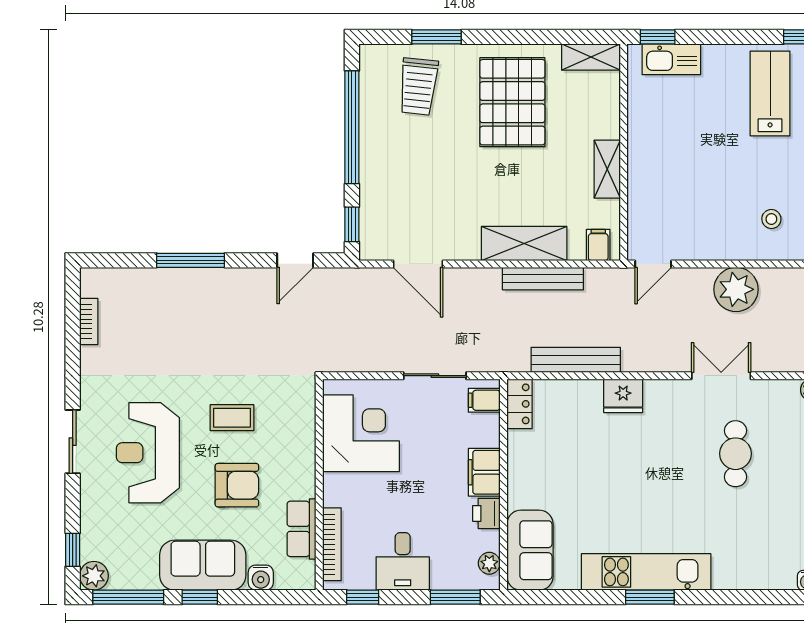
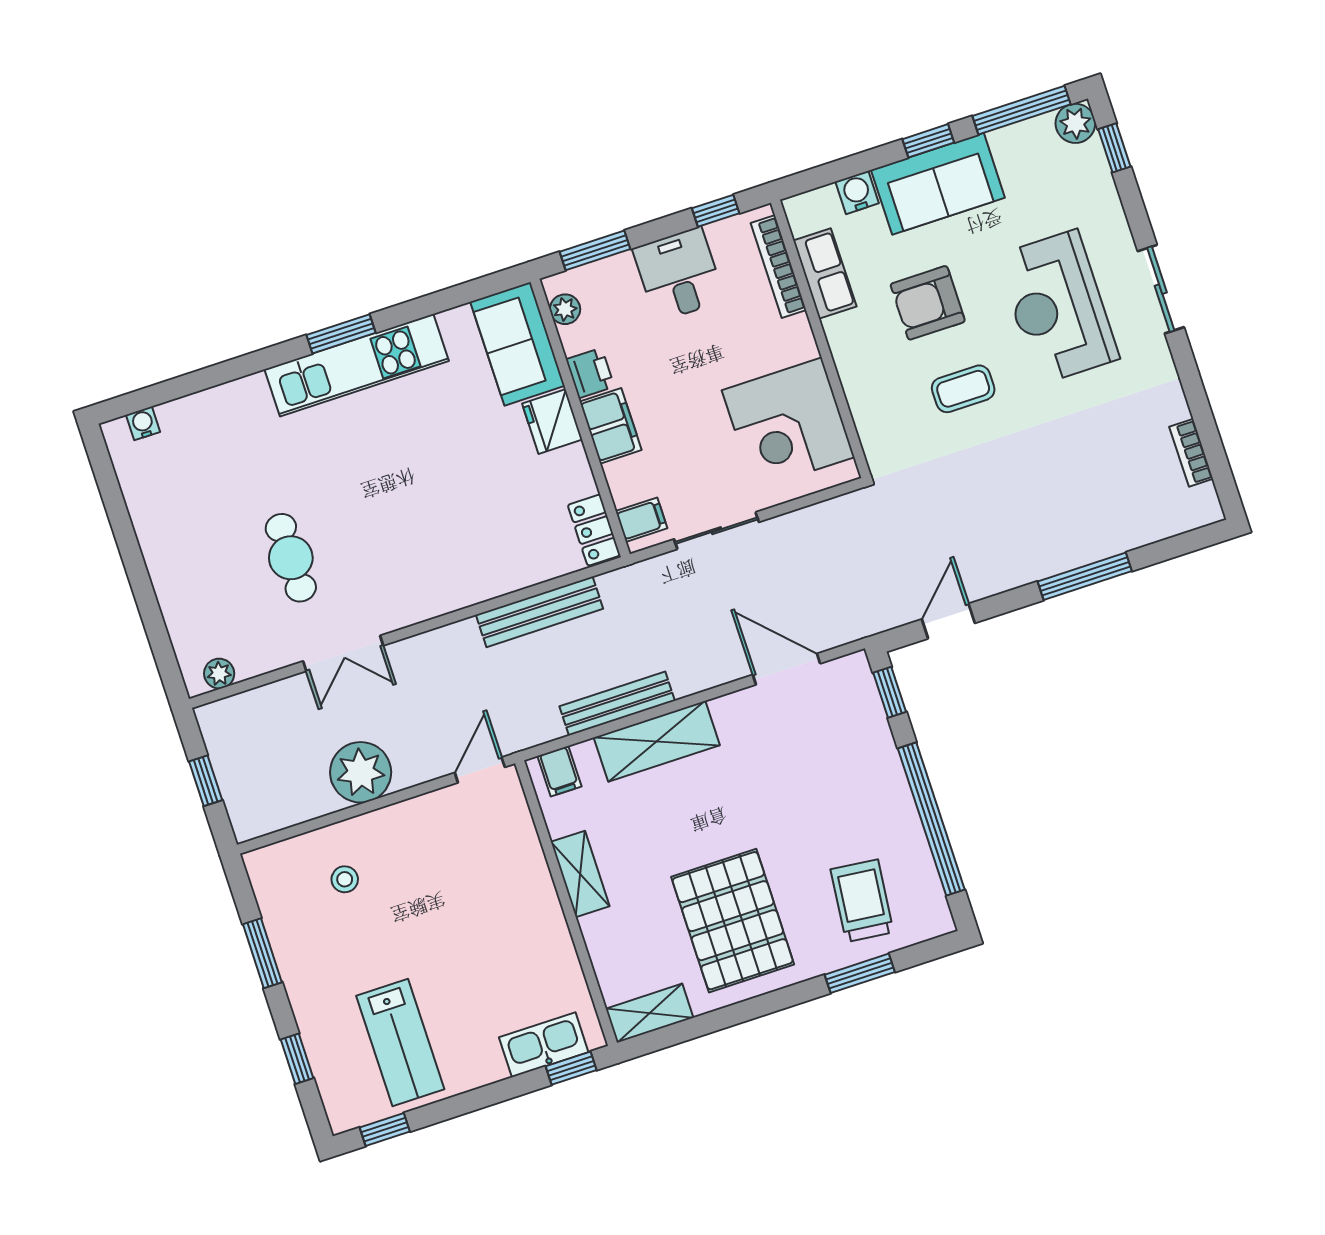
fridge: (623, 396) -> (552, 422), moved, turned -90
reception desk: (148, 453) -> (1058, 307), turned 180

